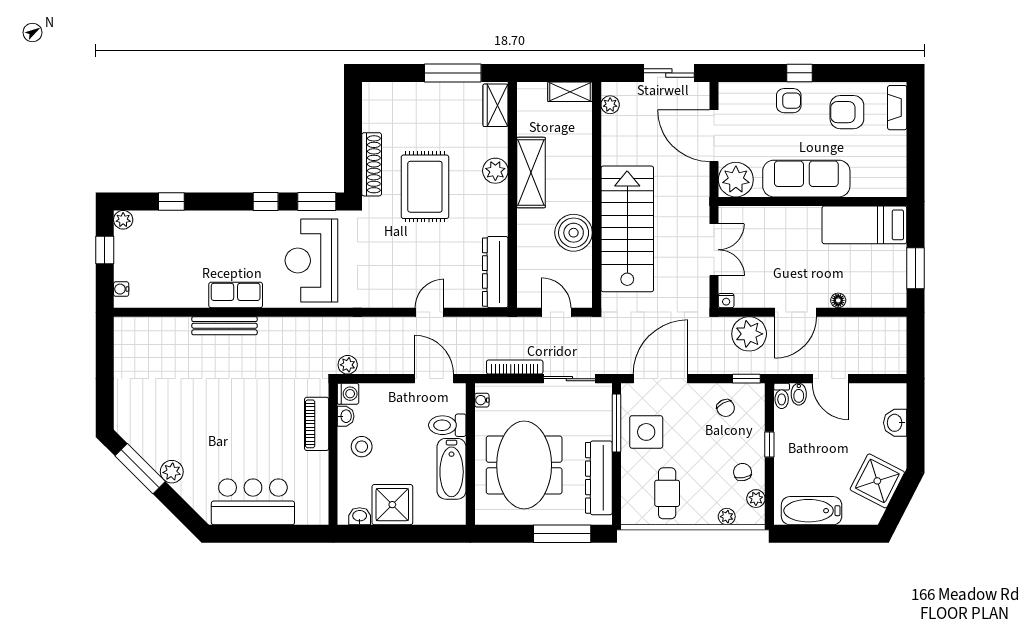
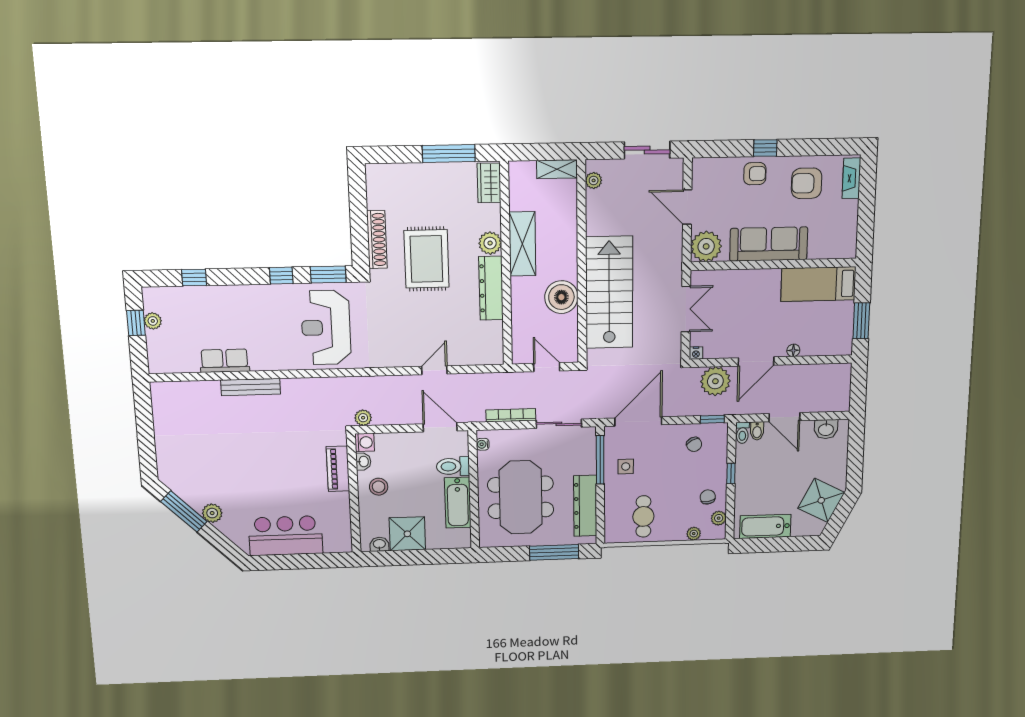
door: (714, 136) -> (687, 207), width x0.73
plant: (123, 220) -> (153, 321), moved
dresser: (495, 272) -> (491, 288), moved
water cooler: (121, 289) -> (154, 357), removed
row of seats: (236, 295) -> (225, 361), moved
washbasin: (895, 423) -> (826, 429), moved, turned -90
side table: (646, 432) -> (626, 466), width x0.54, depth x0.54

